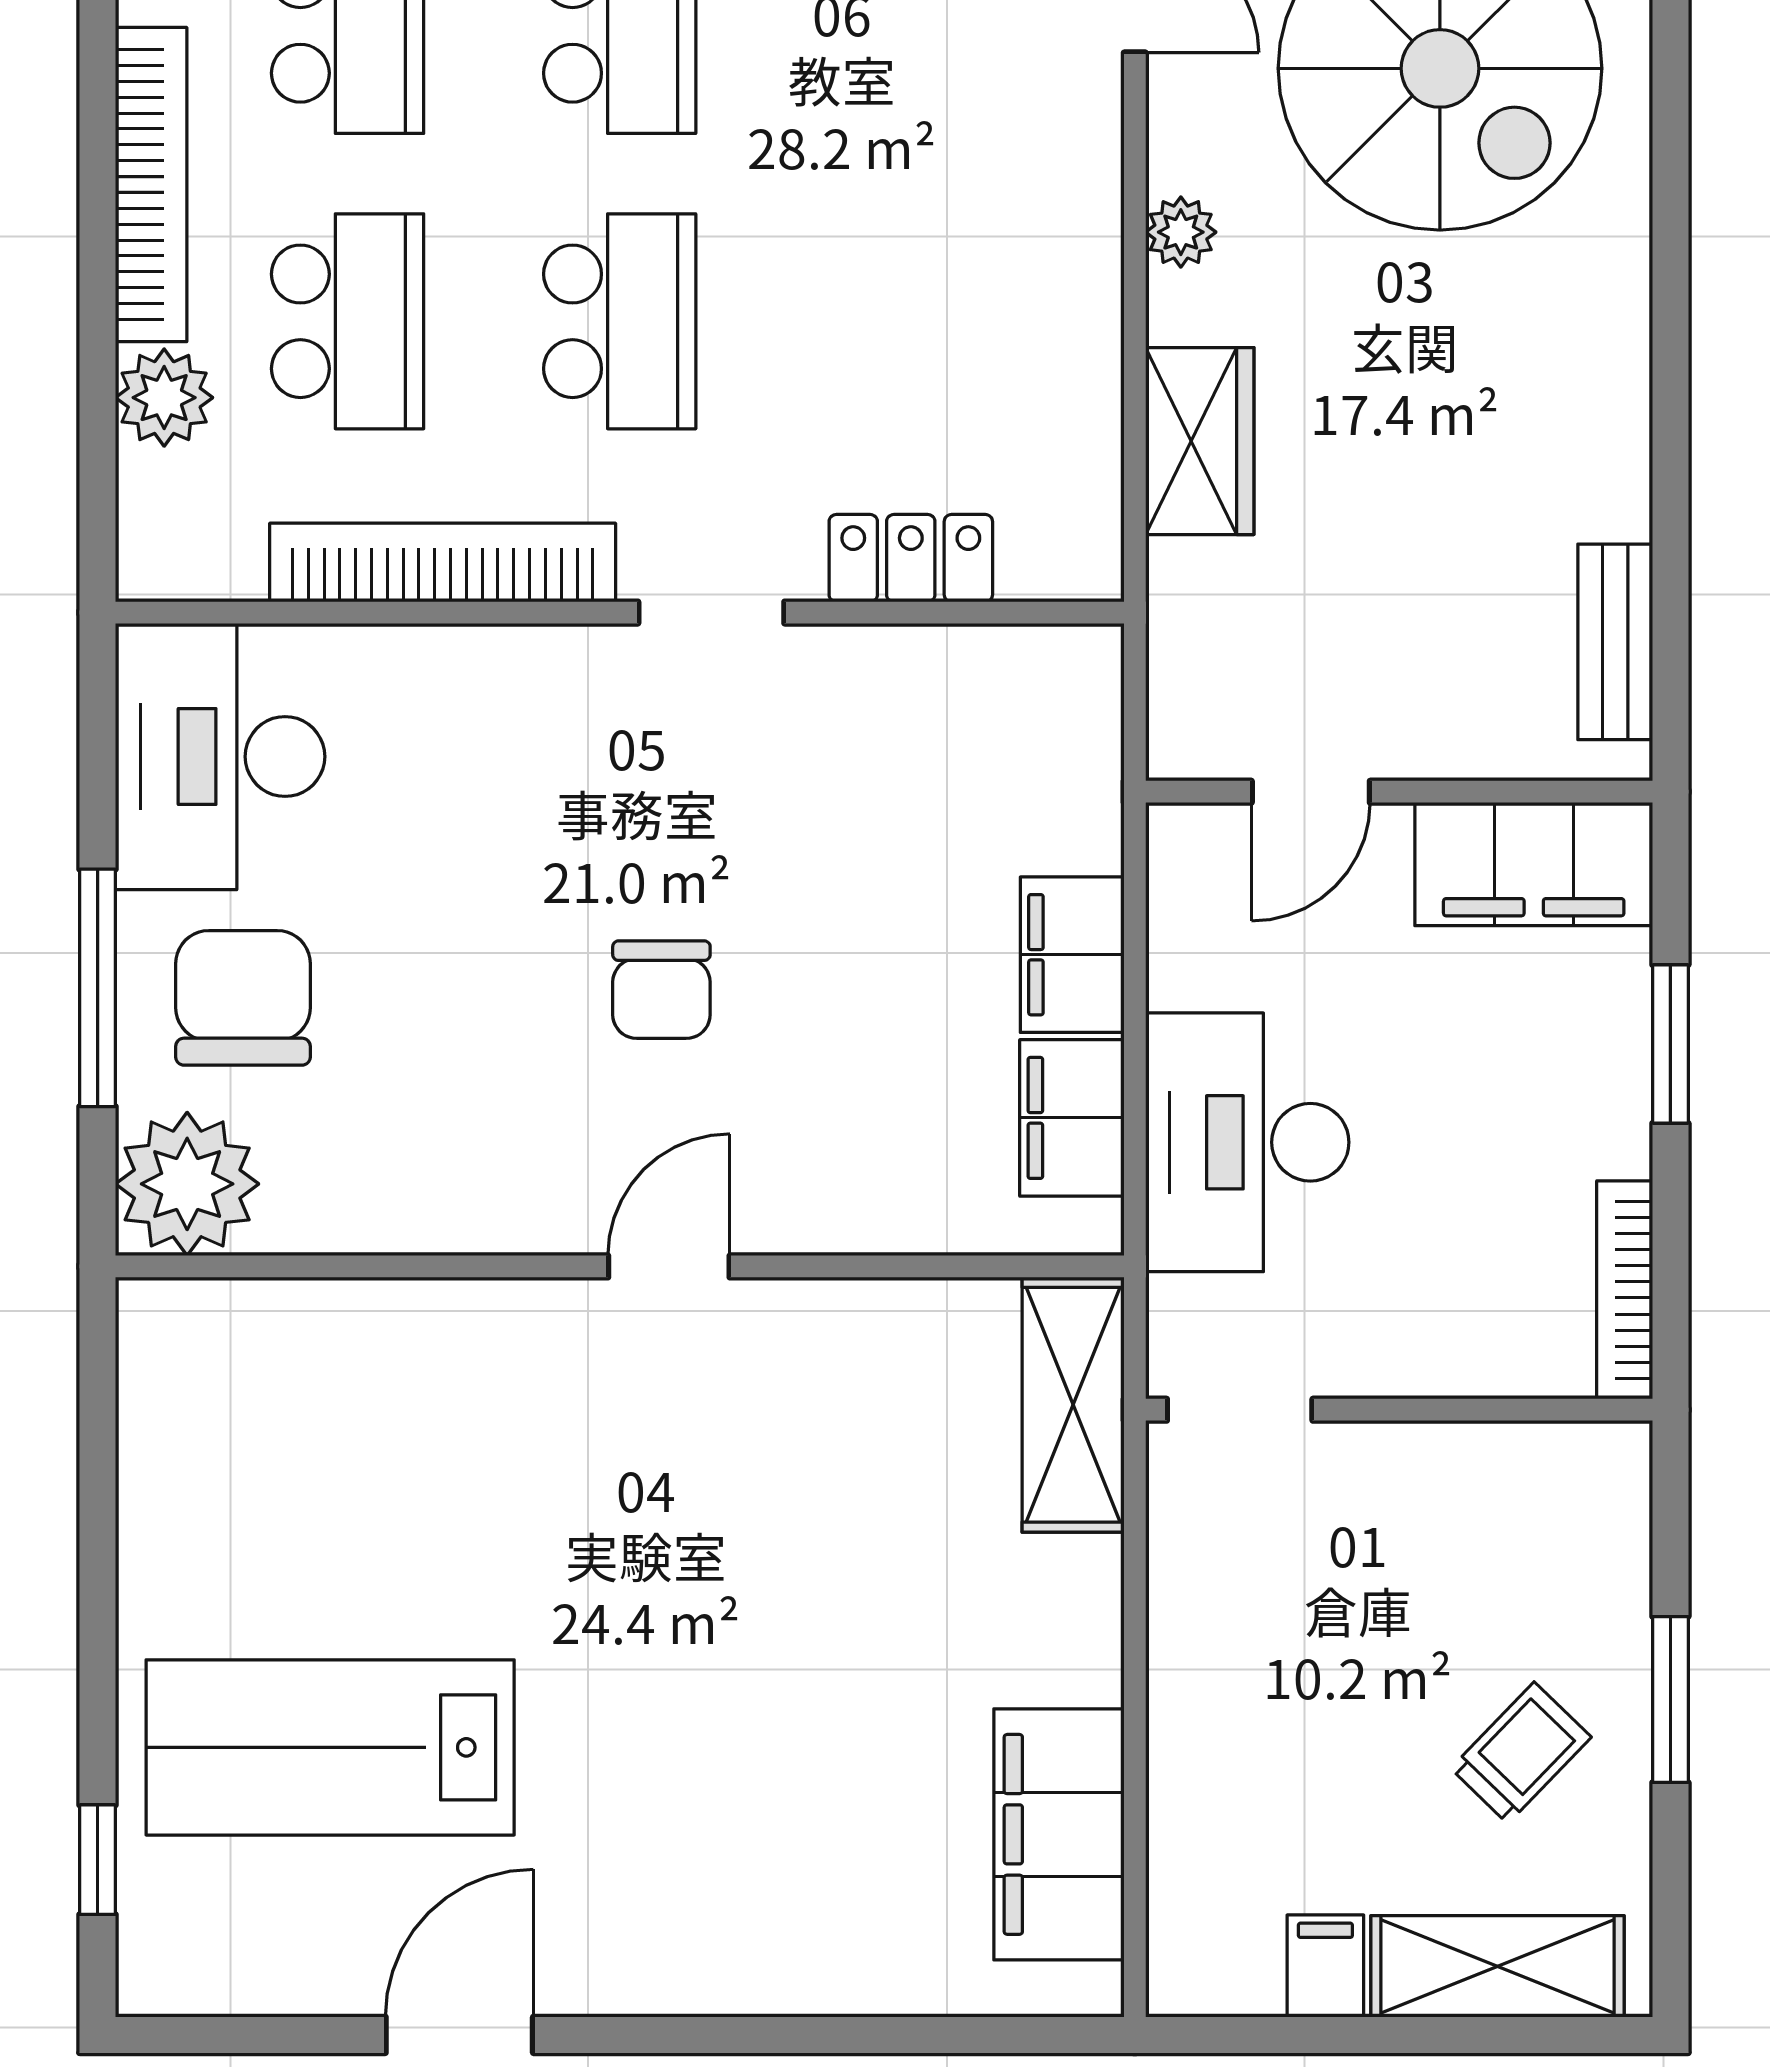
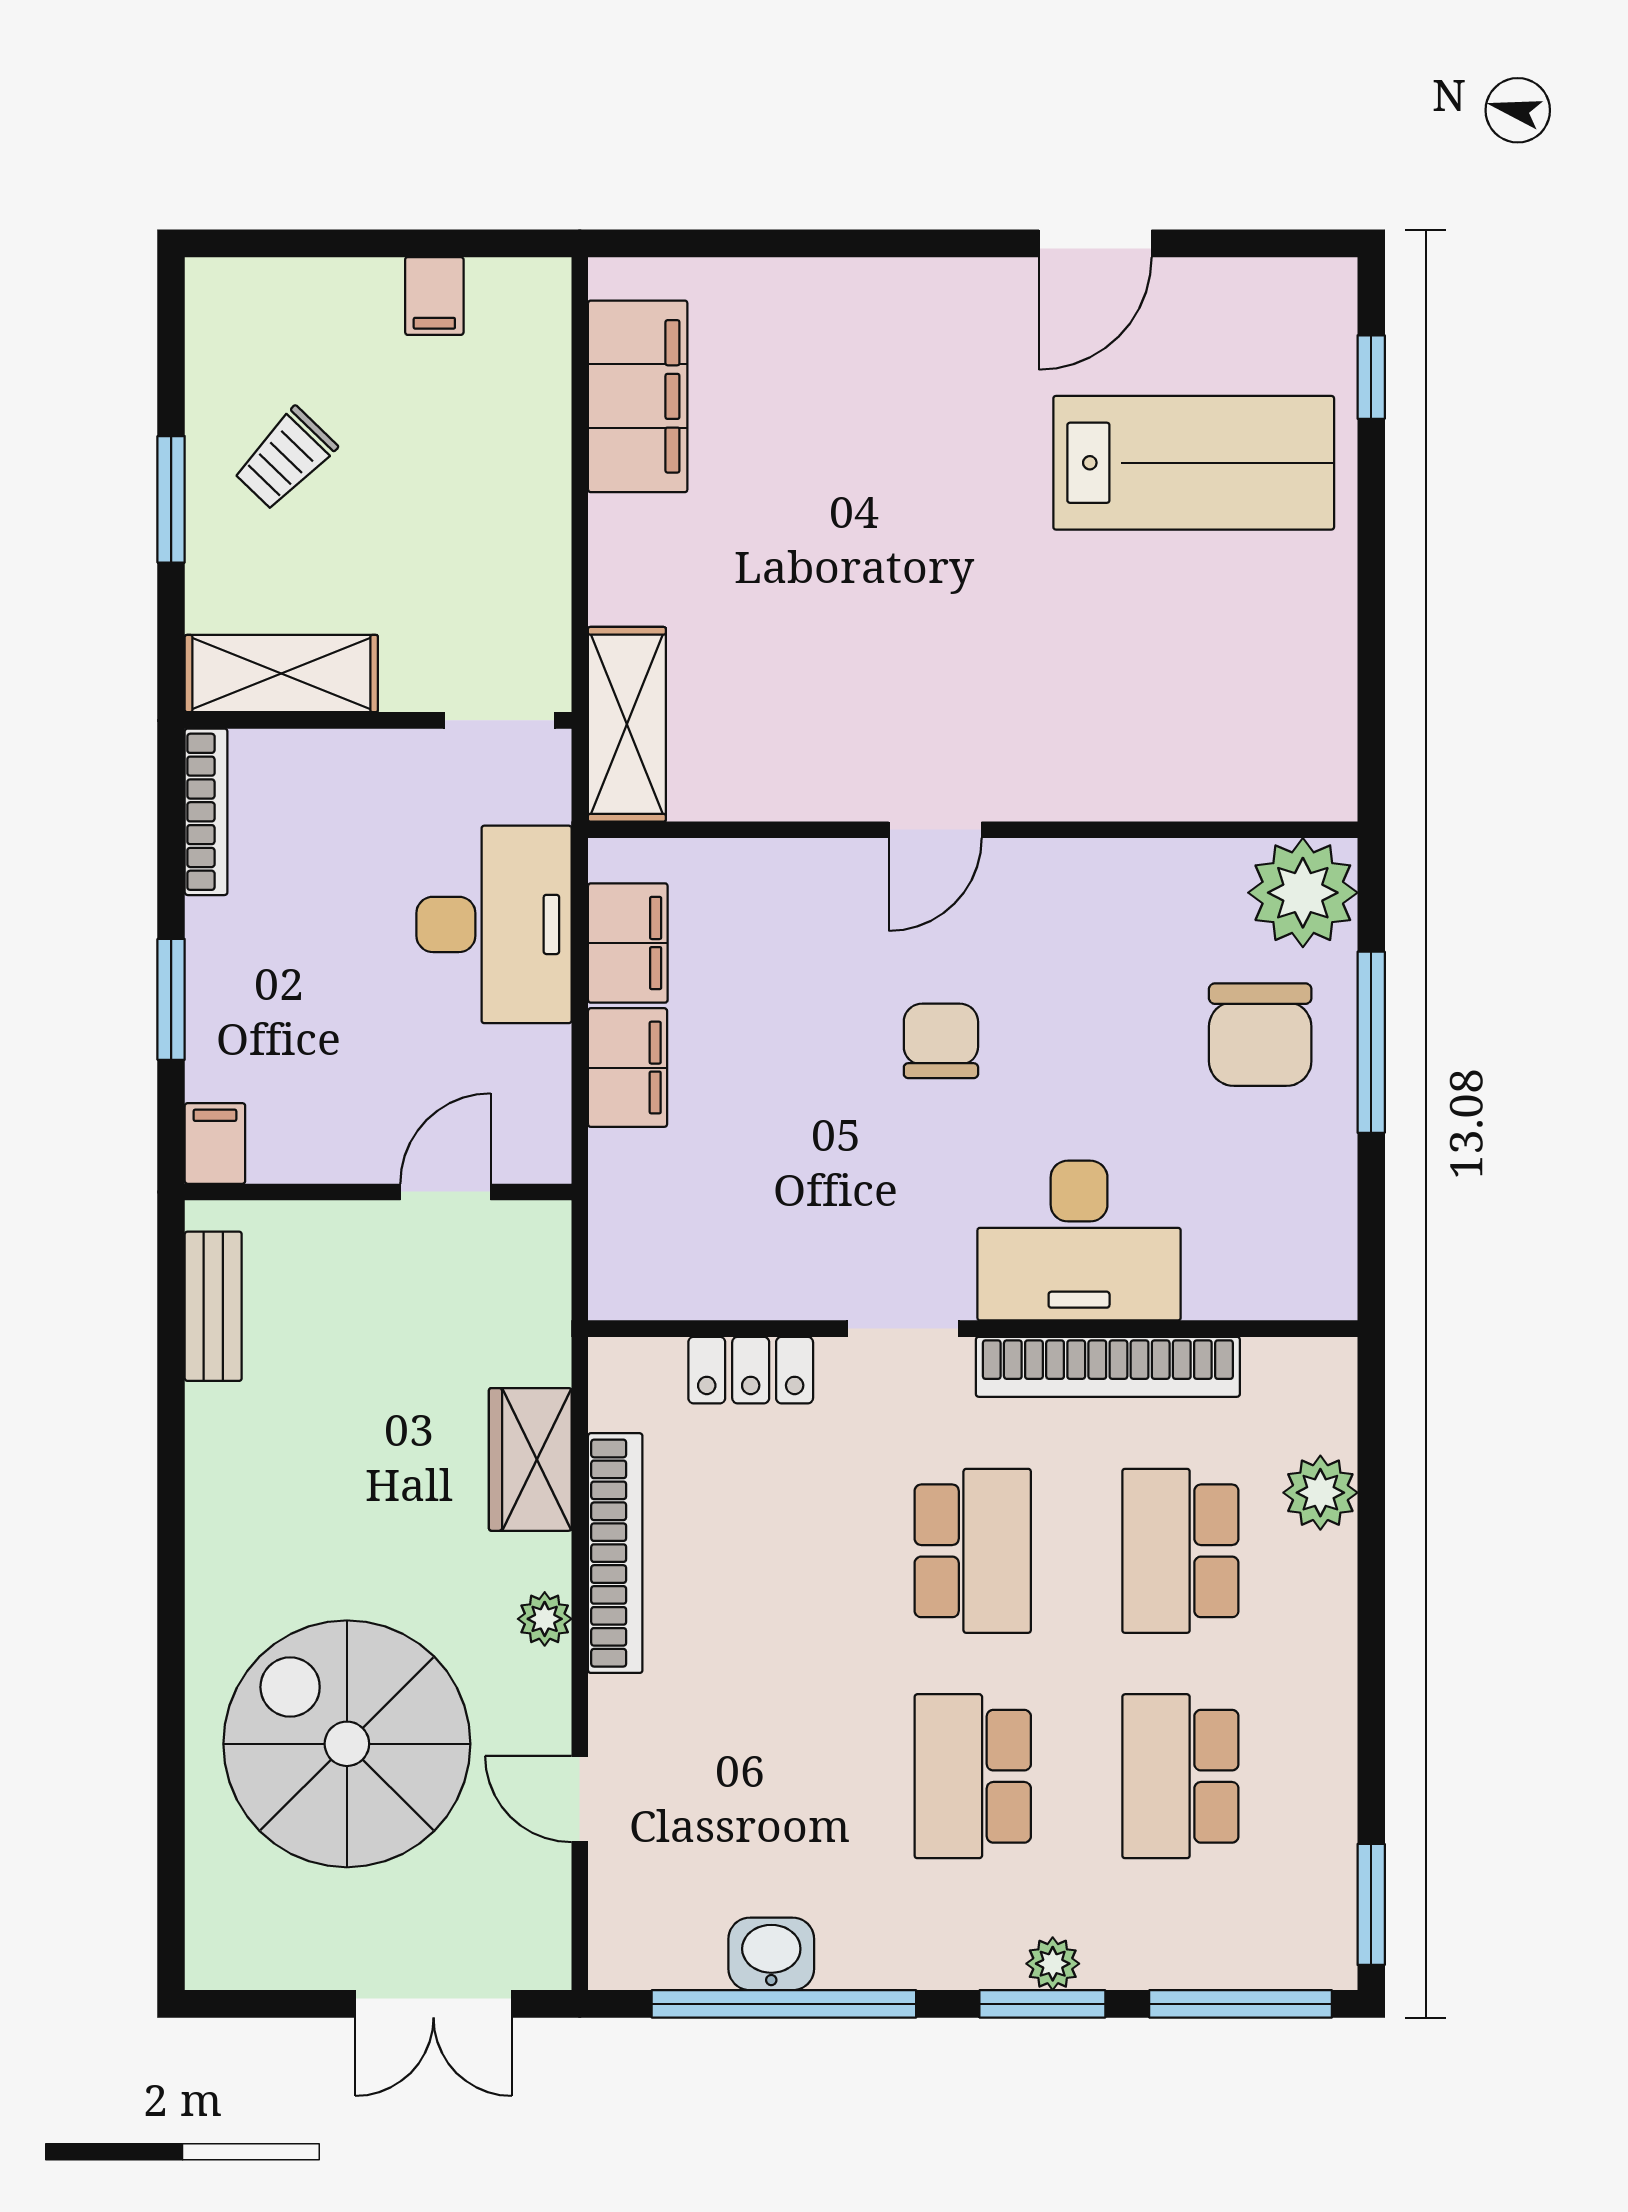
bookcase: (151, 185) -> (615, 1553), moved, turned 180
school desk: (620, 321) -> (973, 1551), turned 180
desk: (220, 757) -> (1079, 1241), moved, turned 90
filing cabinet: (1534, 864) -> (215, 1143), width x0.33, depth x0.86
shelving: (1497, 1966) -> (281, 674), moved

